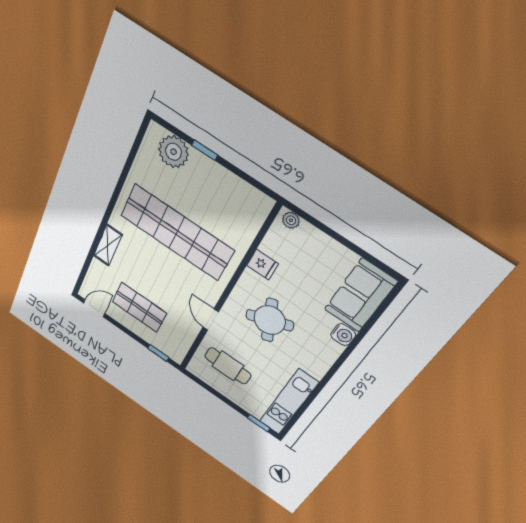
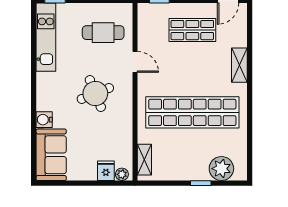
shelving: (255, 219) -> (144, 160), added
fridge: (263, 265) -> (106, 171), moved, turned 90

